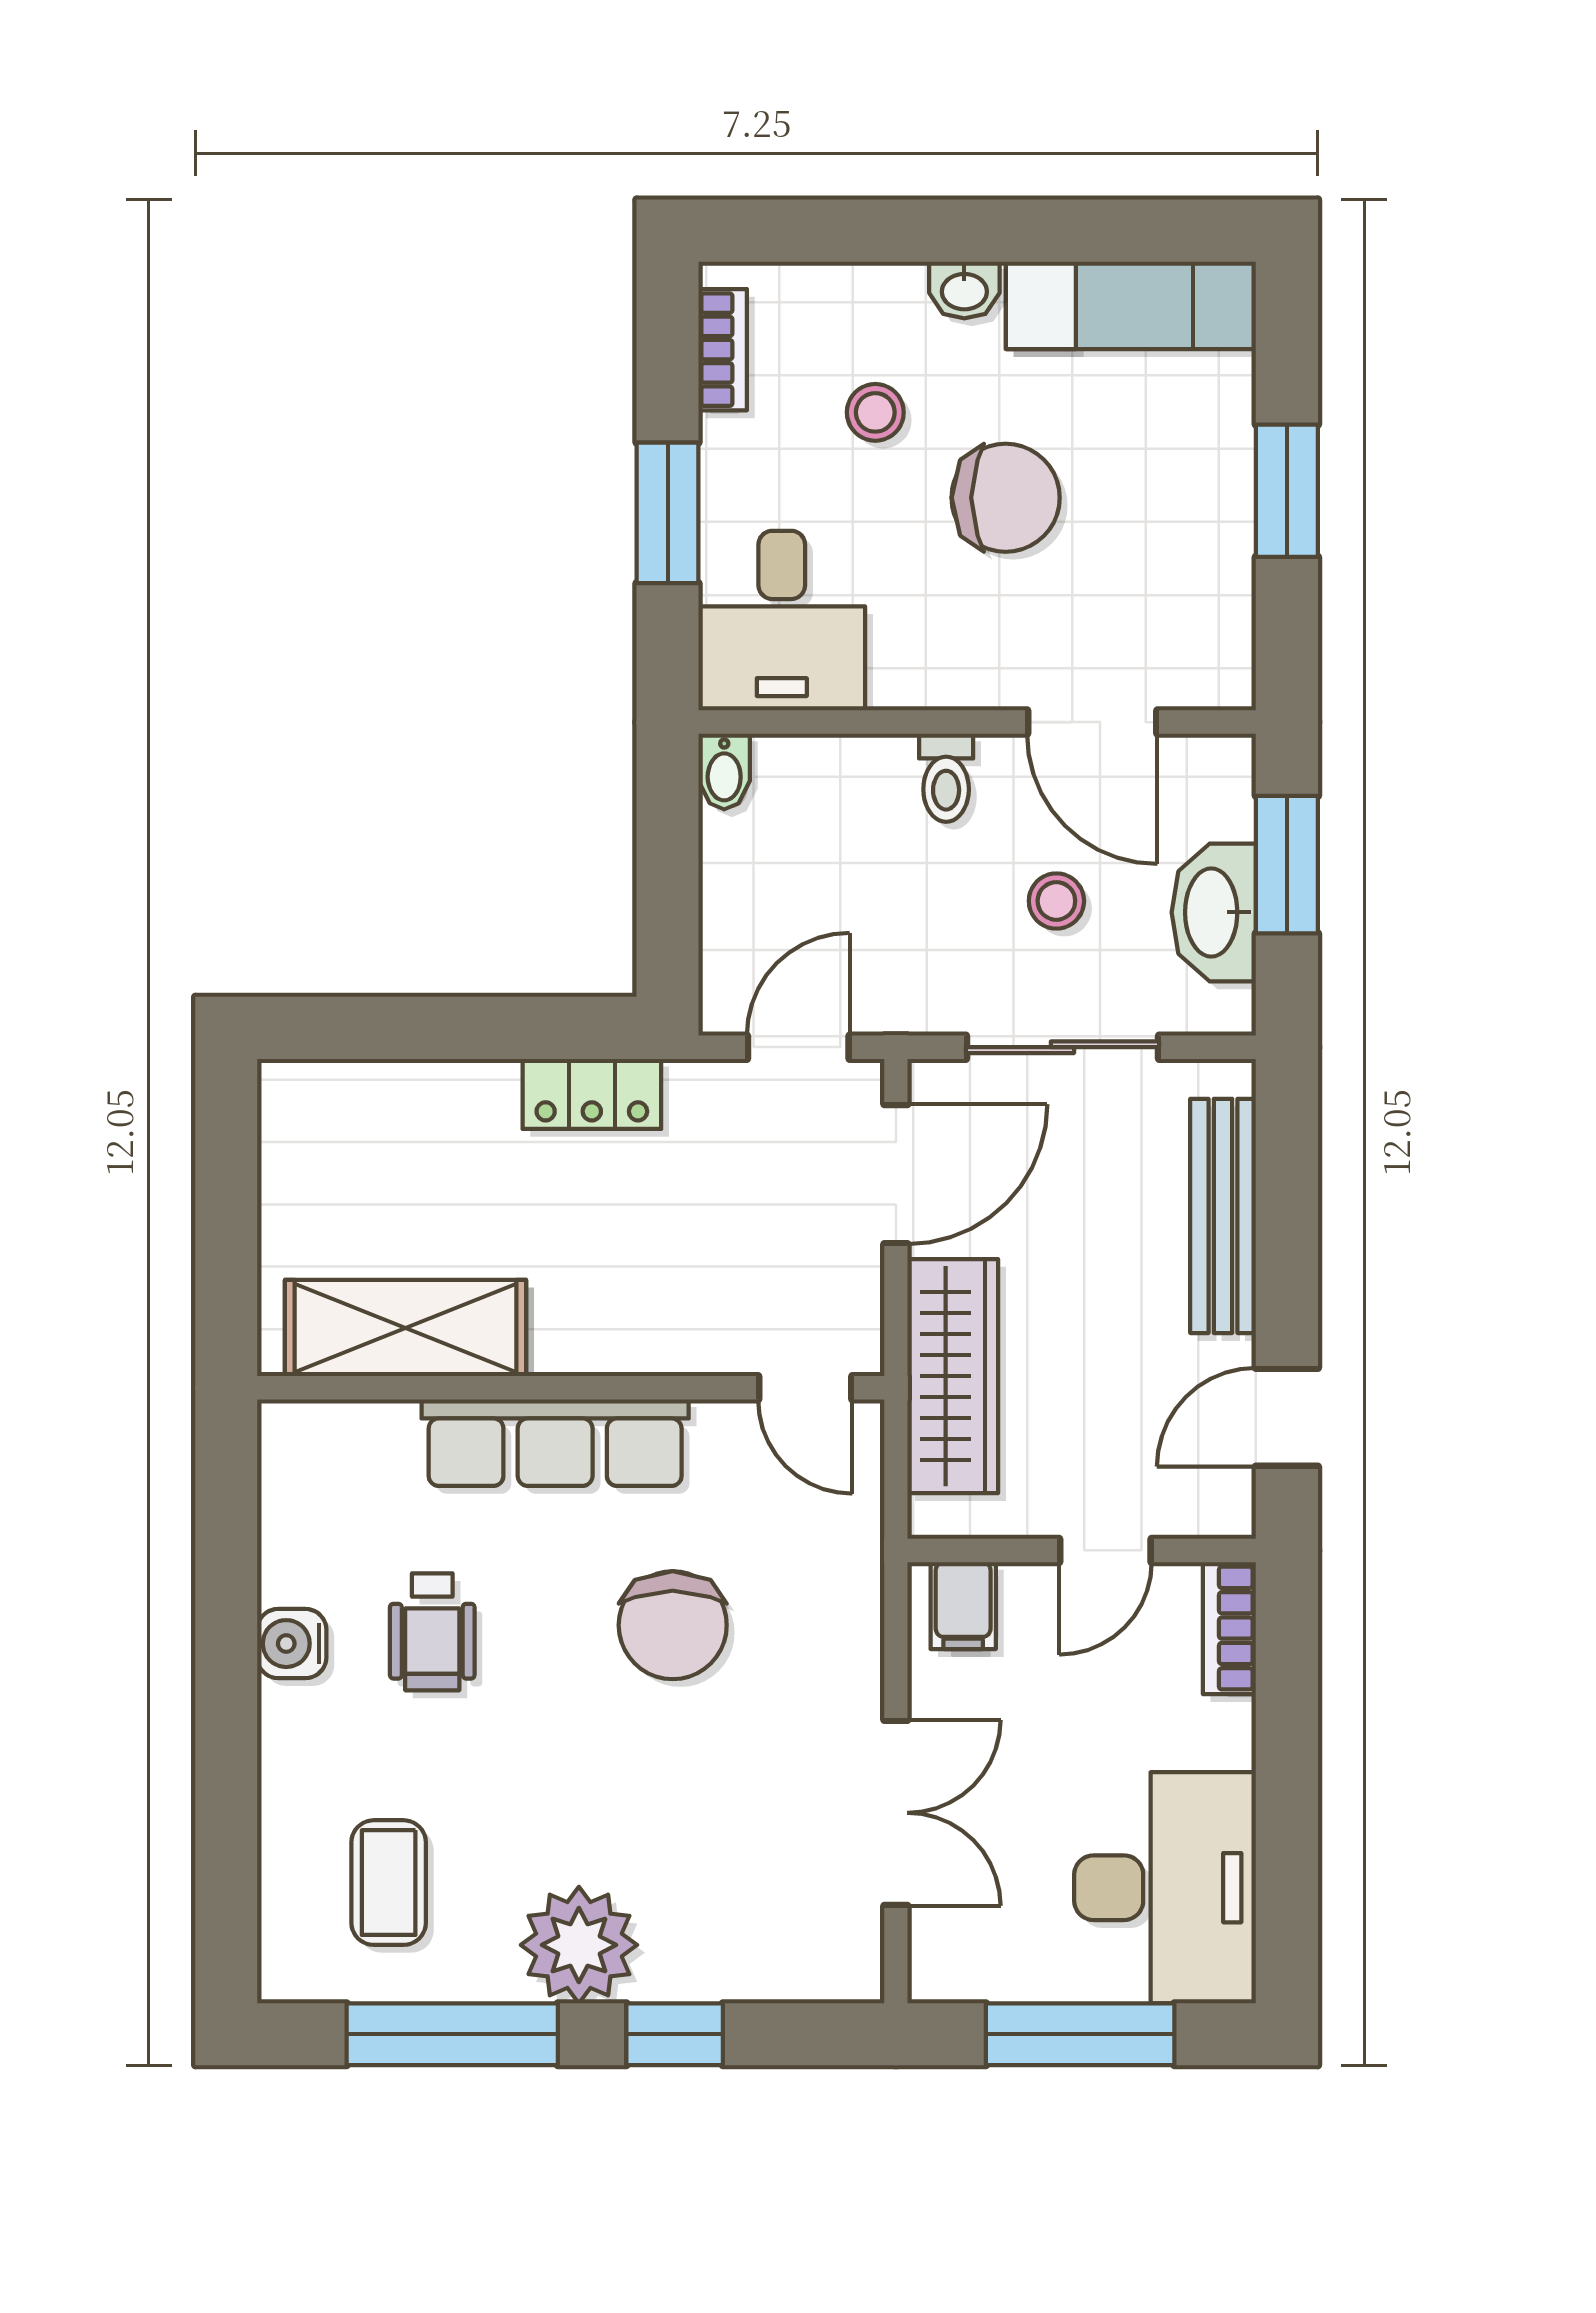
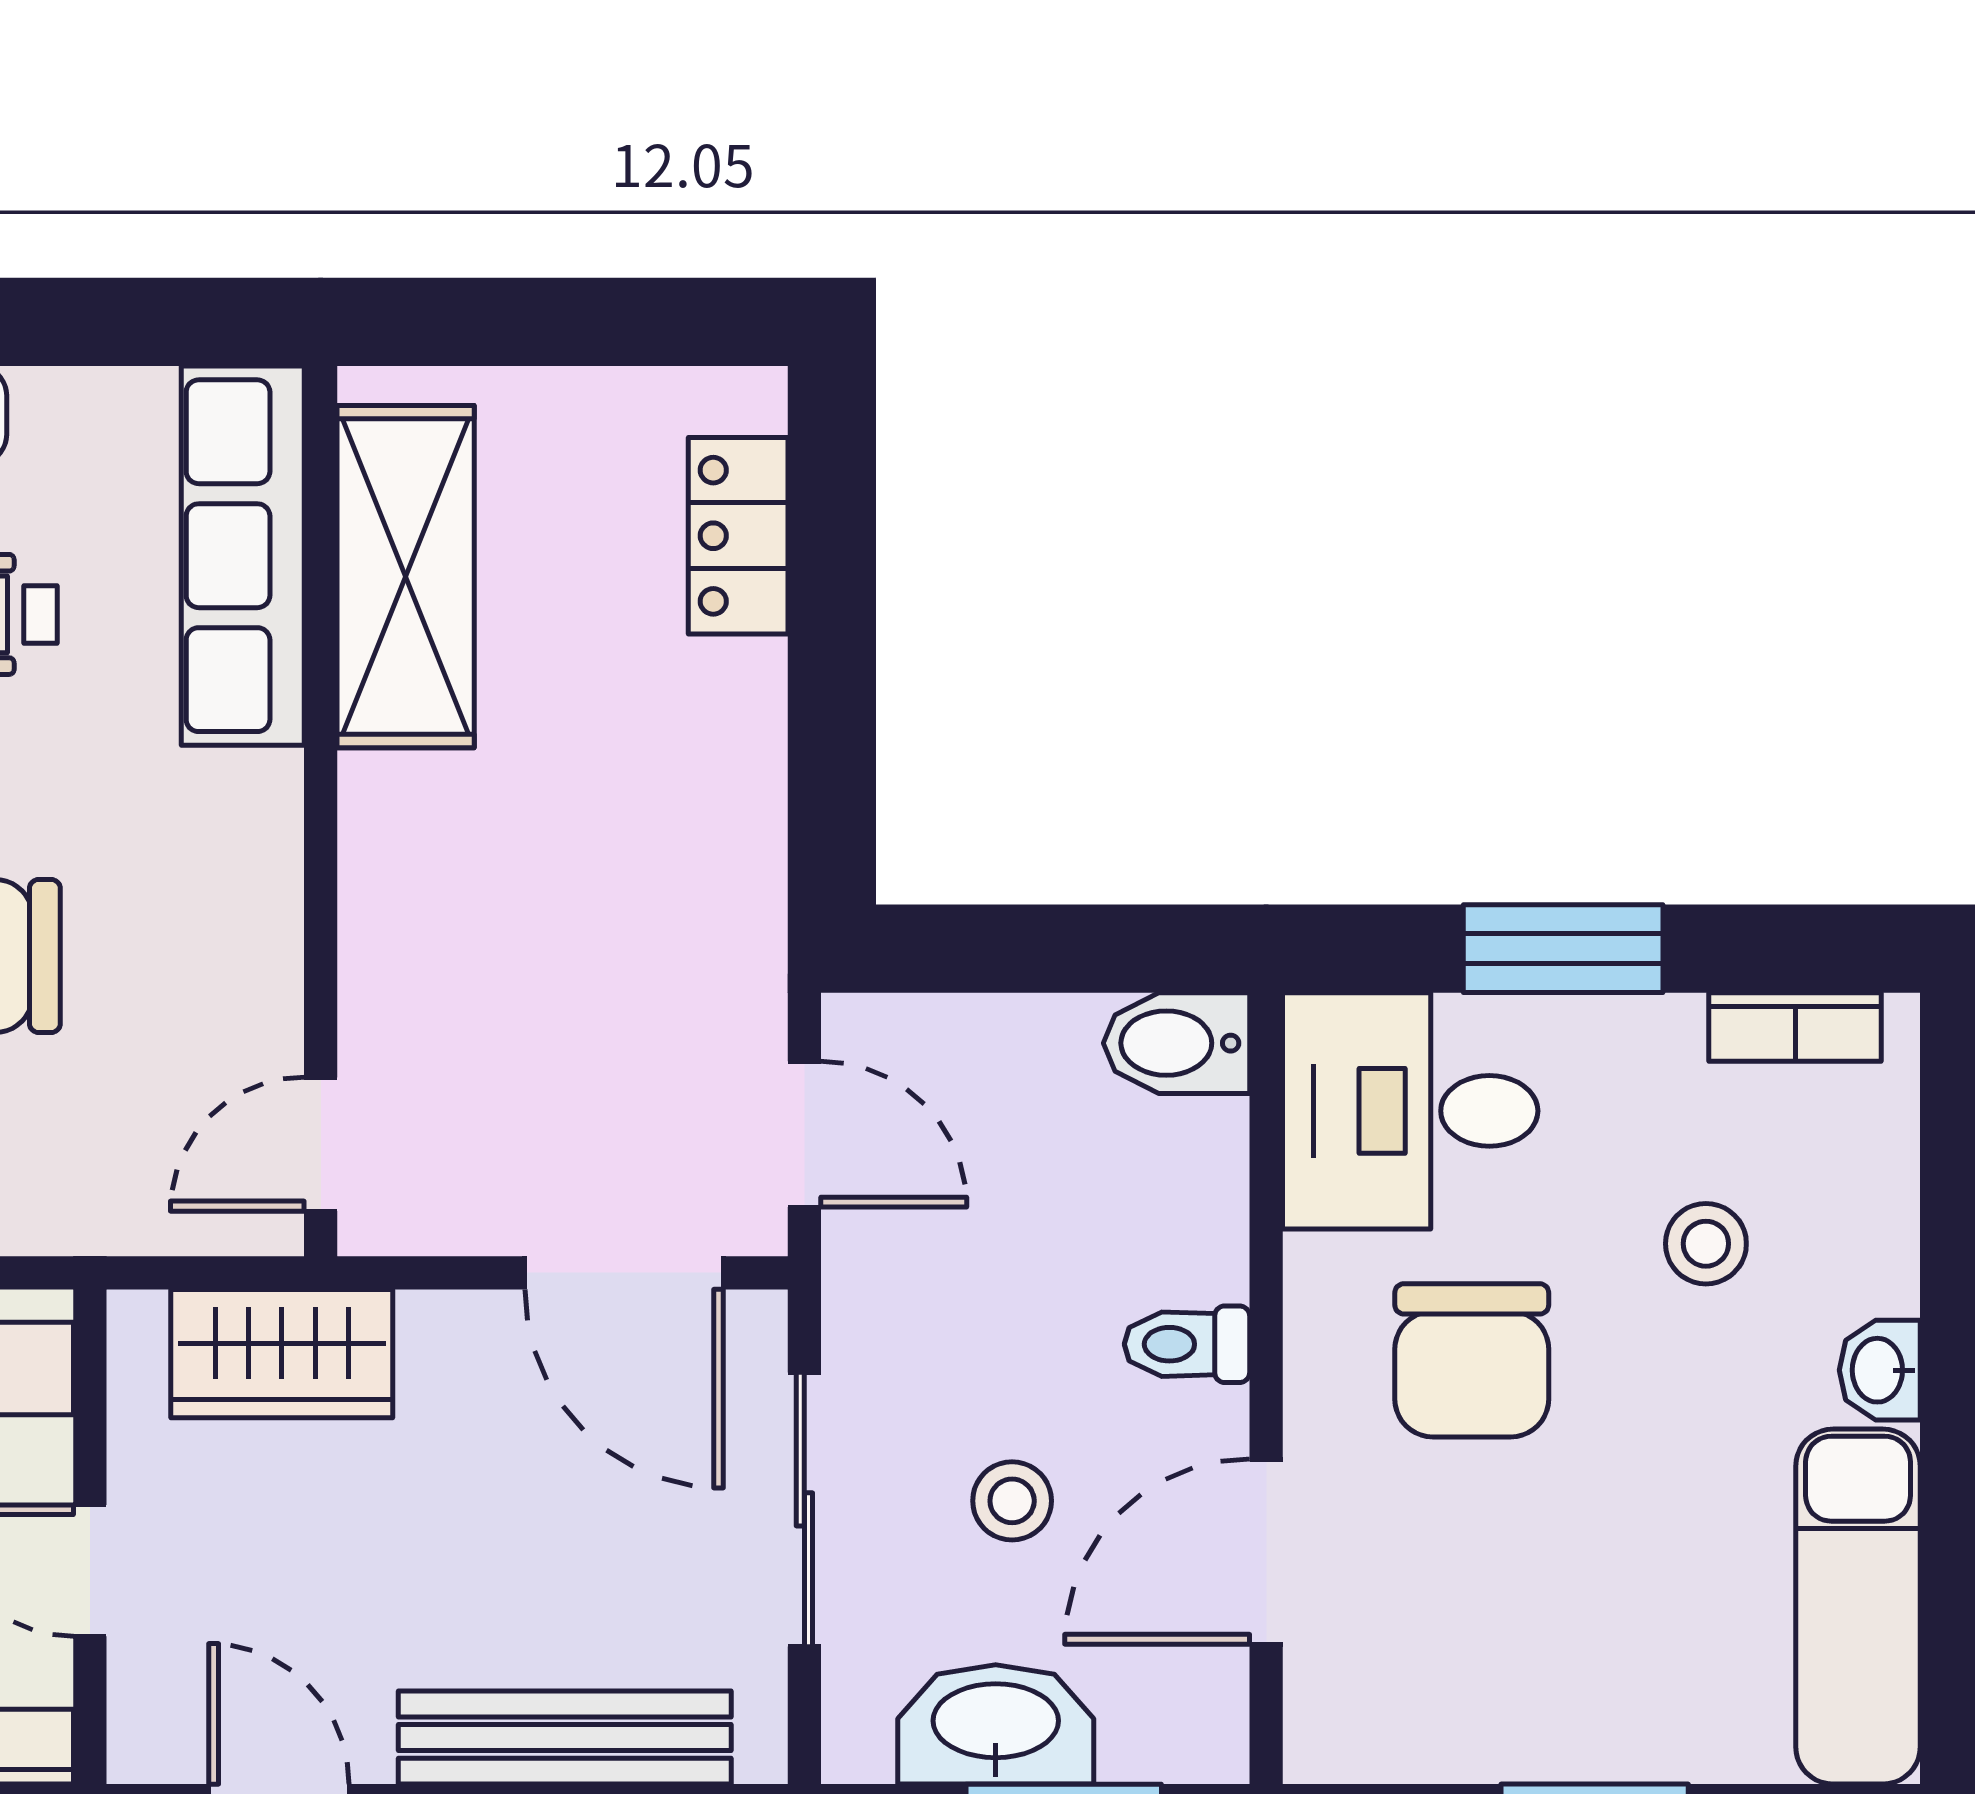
chair: (1006, 498) -> (1472, 1360), moved
bidet: (724, 772) -> (1177, 1043), width x1.38, depth x1.36
locker: (592, 1094) -> (738, 536), moved
wardrobe: (953, 1376) -> (282, 1354), width x0.67
row of seats: (555, 1443) -> (243, 556), moved

